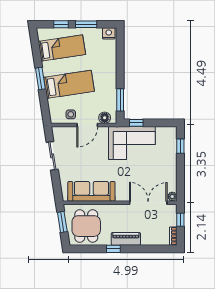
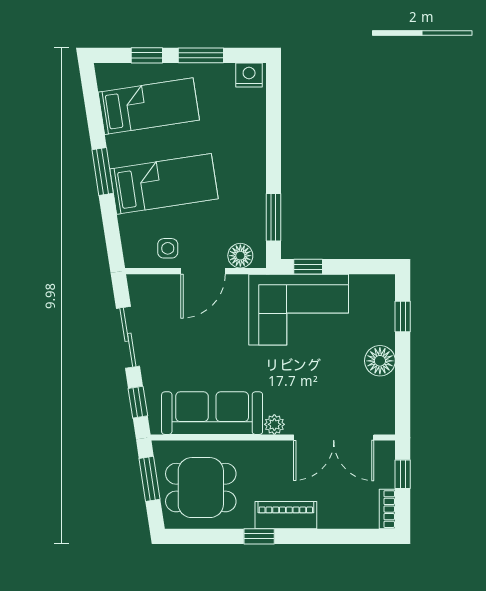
floor lamp: (170, 167) -> (380, 361), added
window: (57, 186) -> (138, 402), added
plant: (172, 197) -> (274, 424), moved
double door: (148, 203) -> (334, 438), swing flipped
dining table: (86, 226) -> (201, 488), turned 90

